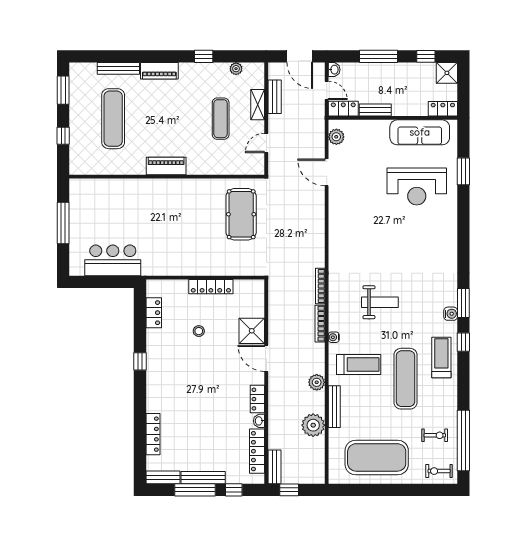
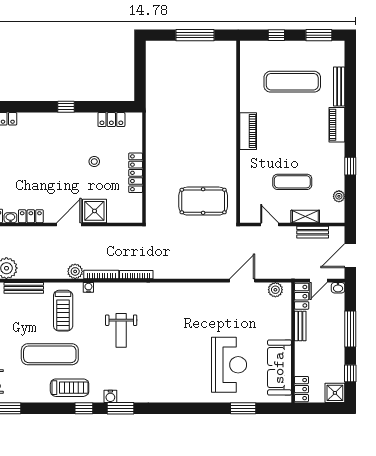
reception desk: (417, 186) -> (229, 365), turned 180
bar counter: (113, 260) -> (160, 81), removed
plant: (317, 382) -> (75, 271), moved

